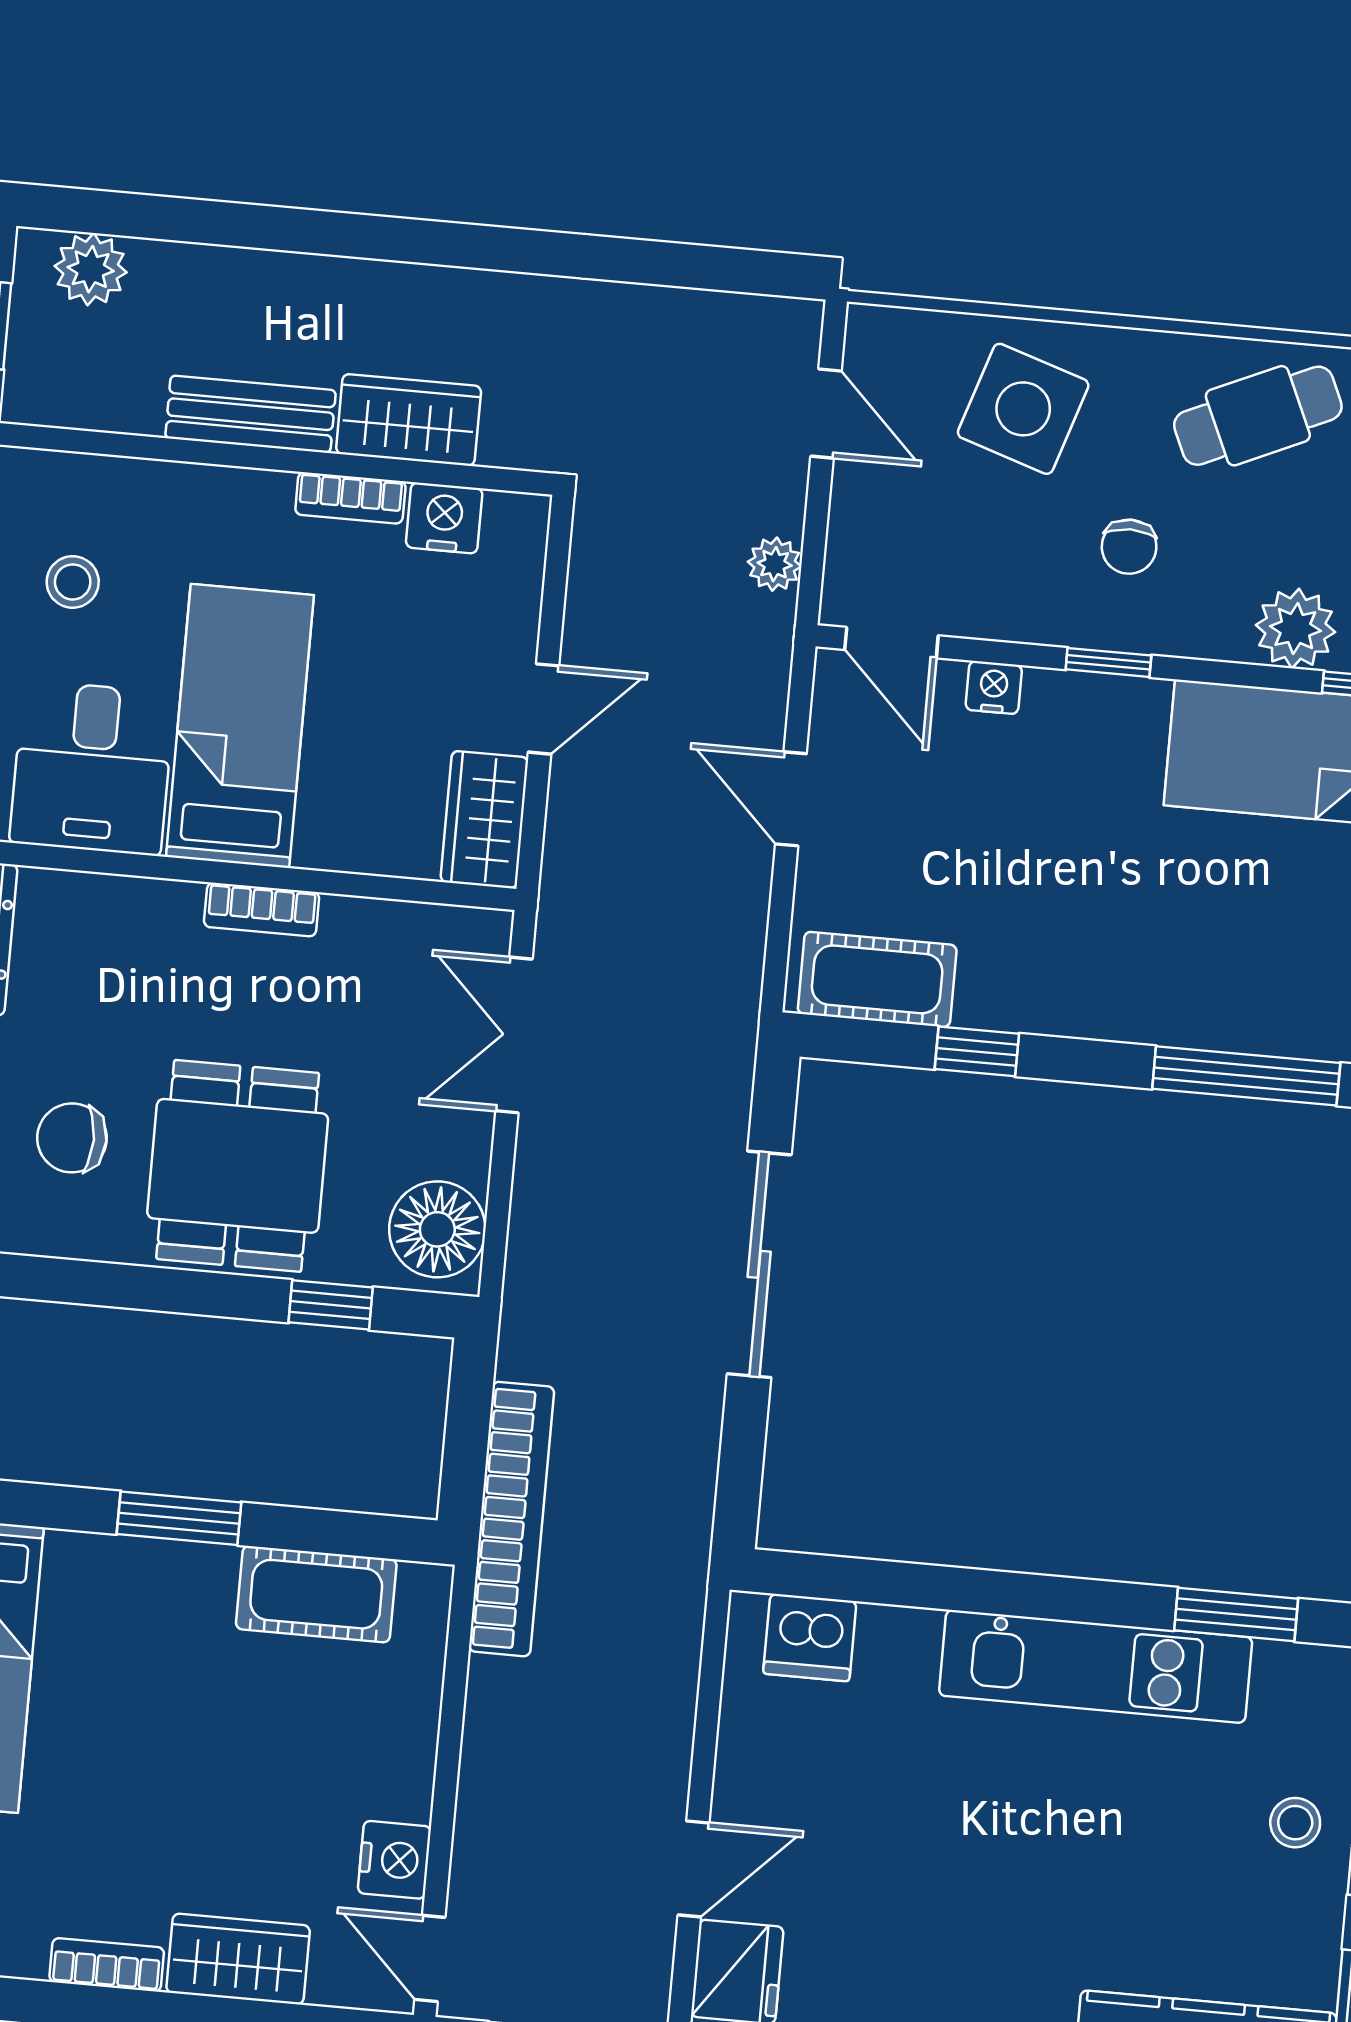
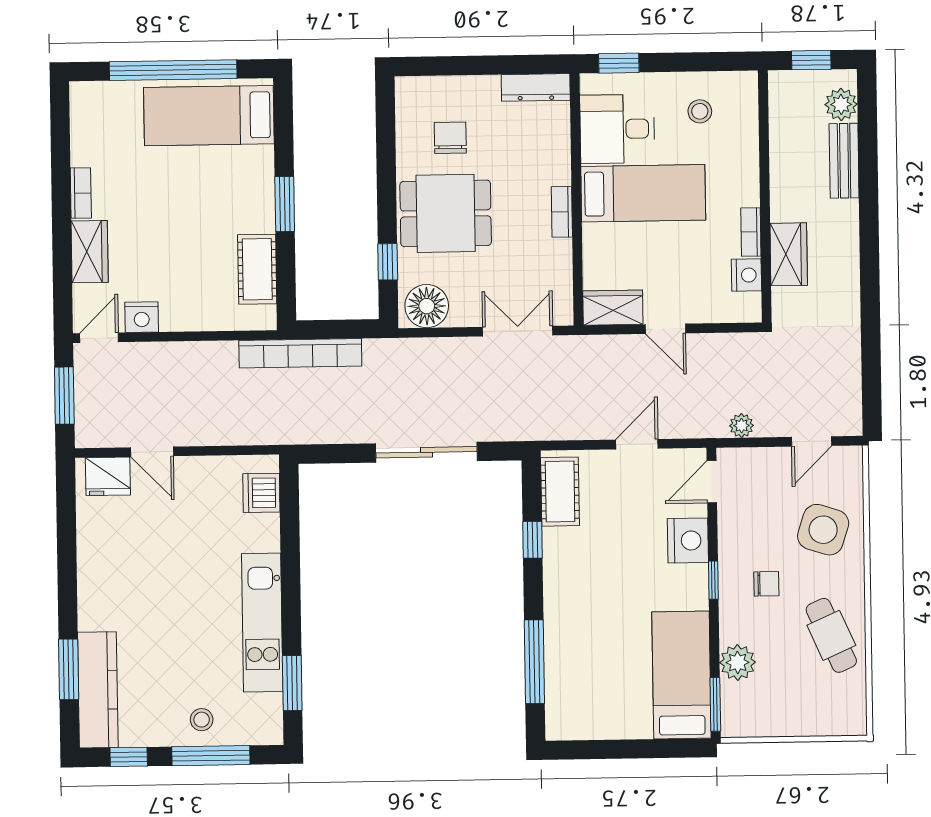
bench: (251, 414) -> (844, 161), moved
chair: (1129, 547) -> (766, 584), turned 180
nightstand: (994, 688) -> (688, 541), width x1.89, depth x1.79

